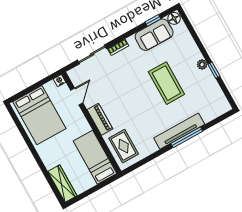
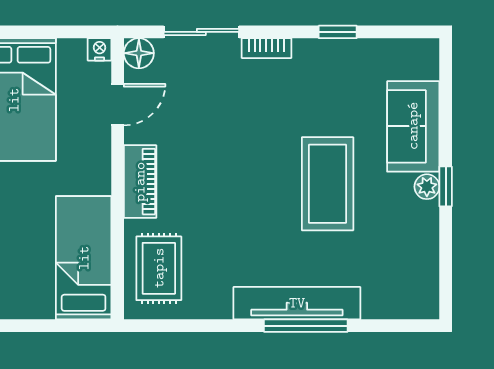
floor lamp: (174, 18) -> (139, 53), moved
window: (153, 20) -> (338, 32), moved
sofa: (154, 35) -> (413, 126), moved, turned 90
window: (214, 70) -> (446, 186), moved

